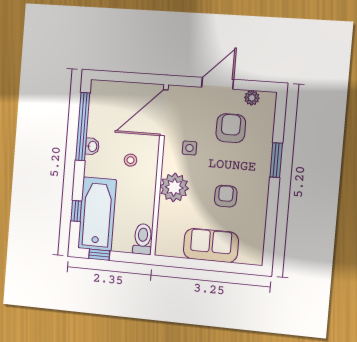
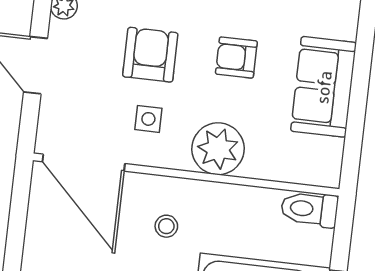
armchair: (231, 128) -> (150, 55), moved, turned 90

